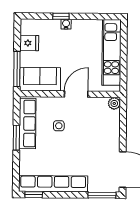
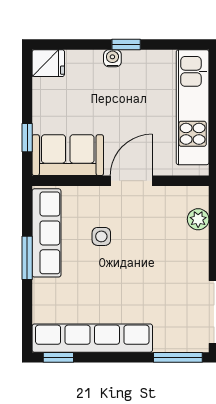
window: (61, 16) -> (126, 44), moved
fridge: (29, 43) -> (48, 63), moved
window: (17, 69) -> (27, 138), width x0.46
plant: (114, 103) -> (198, 219), moved

